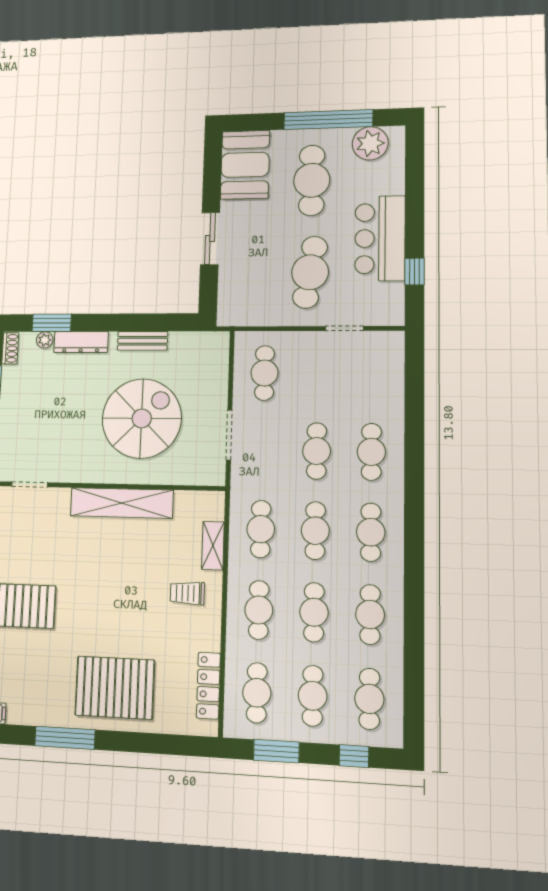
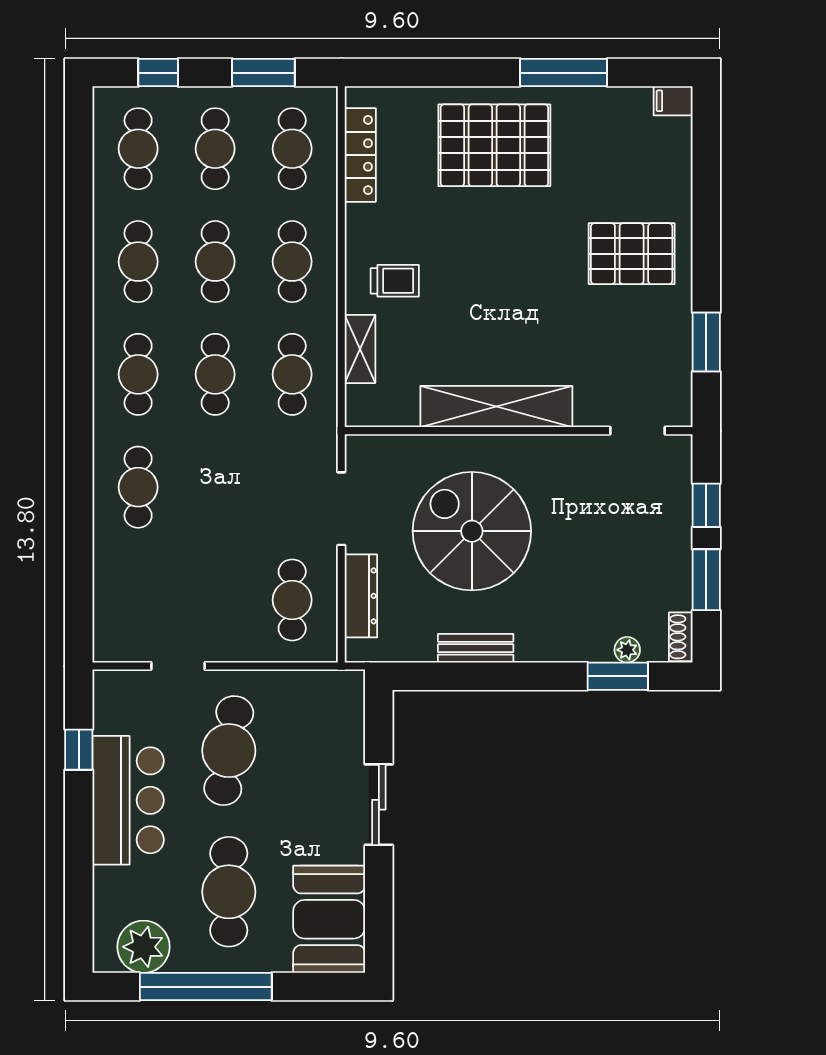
dresser: (81, 342) -> (361, 596), moved, turned 90
spiral stairs: (142, 418) -> (472, 531), turned 90
cafe table: (317, 451) -> (215, 487), removed

